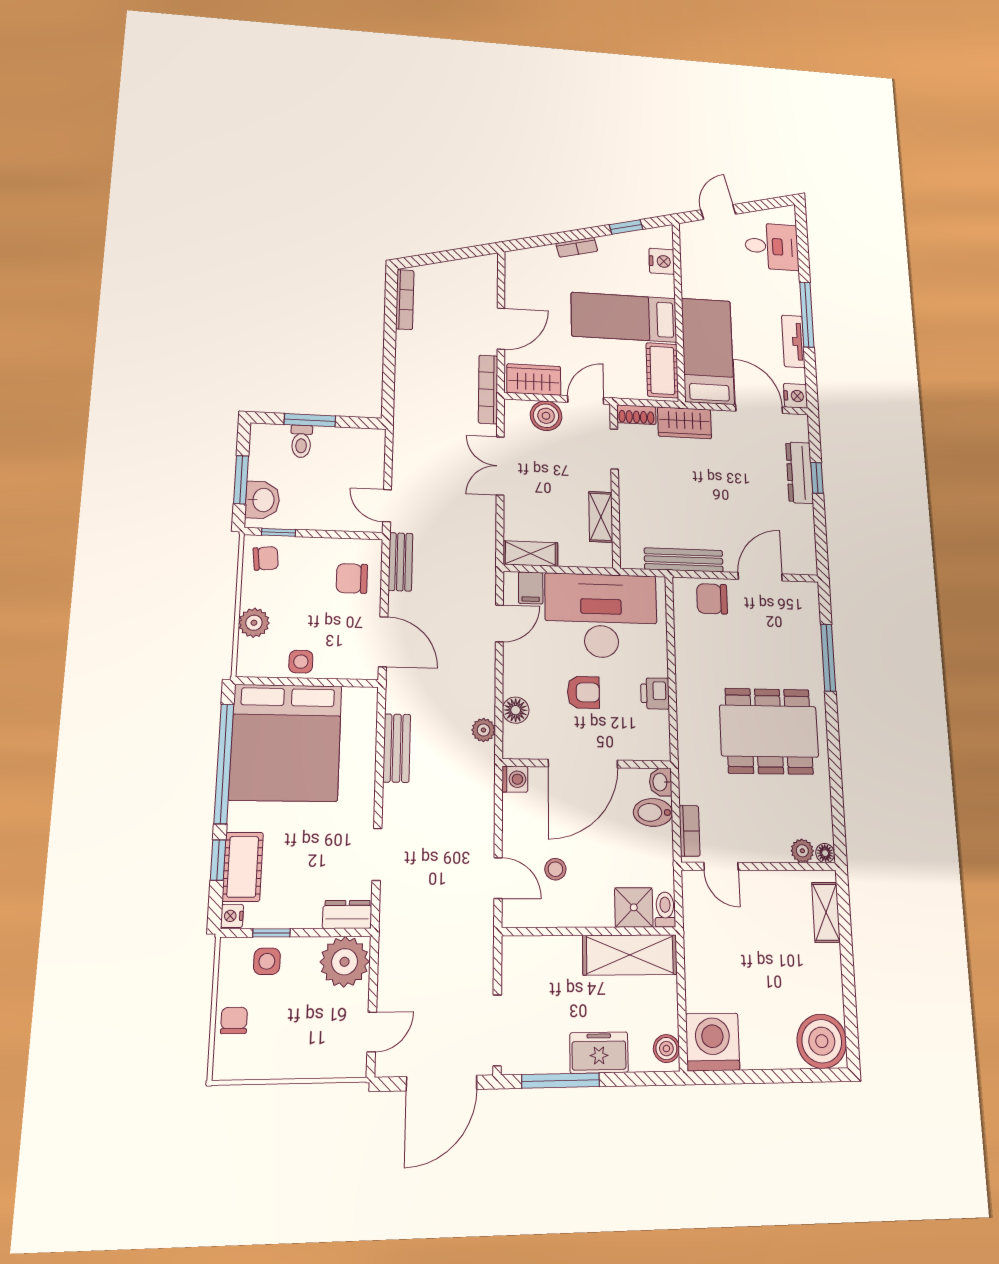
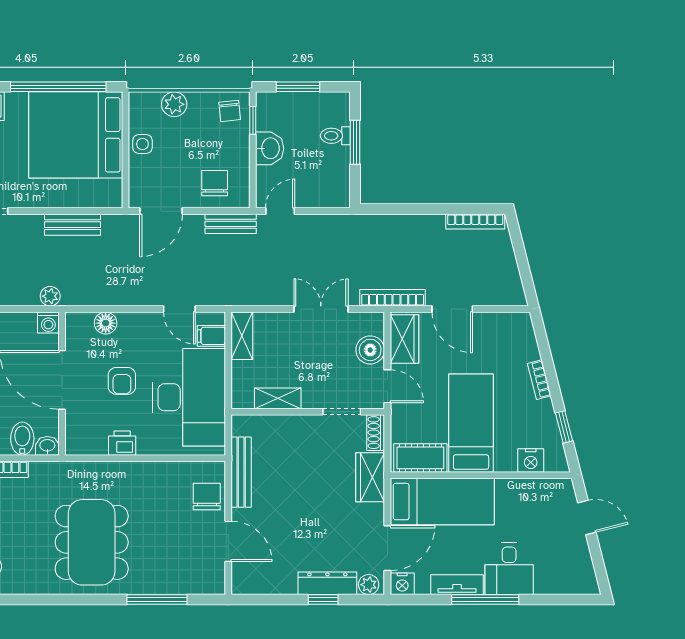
desk: (772, 246) -> (509, 569), moved
plant: (798, 430) -> (369, 585), added
washbasin: (262, 500) -> (270, 148), moved, turned -90
plant: (483, 730) -> (50, 296), moved

